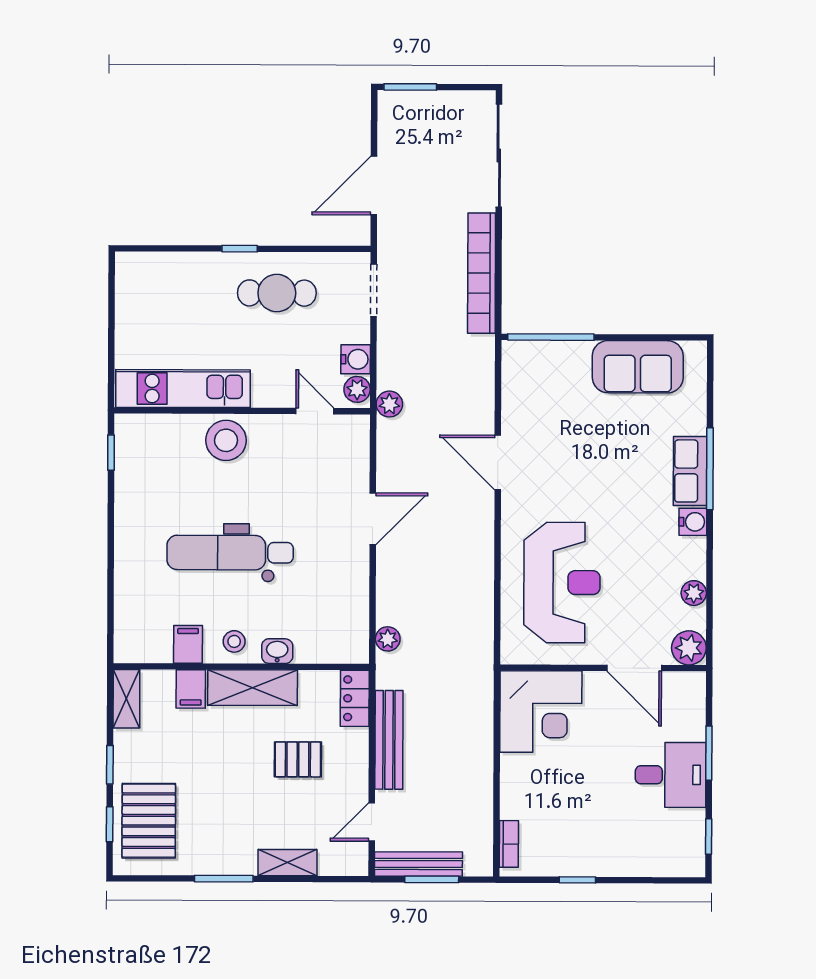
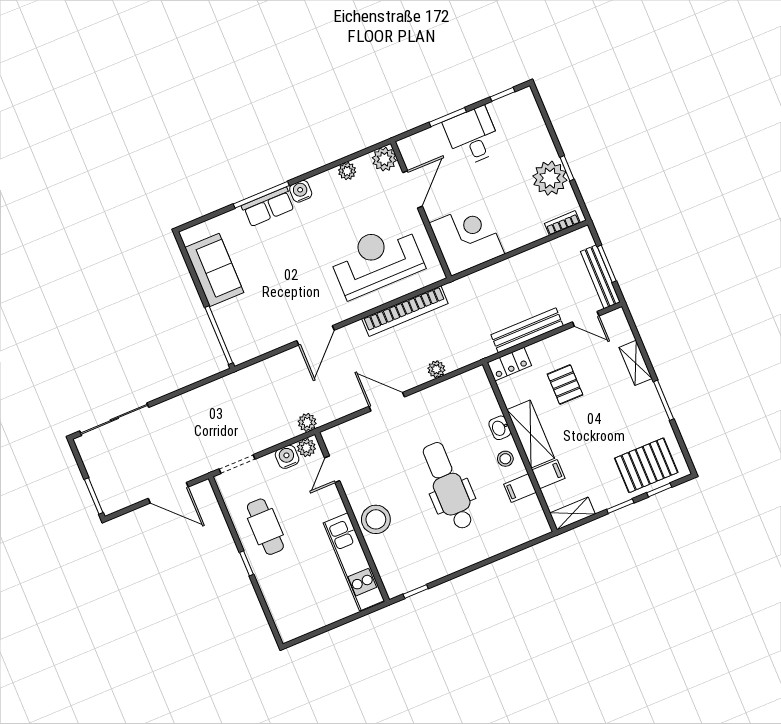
bookcase: (482, 273) -> (405, 311), moved
dental chair: (230, 553) -> (448, 486), turned 180
plant: (388, 639) -> (436, 369), moved
plant: (574, 852) -> (550, 178), added

